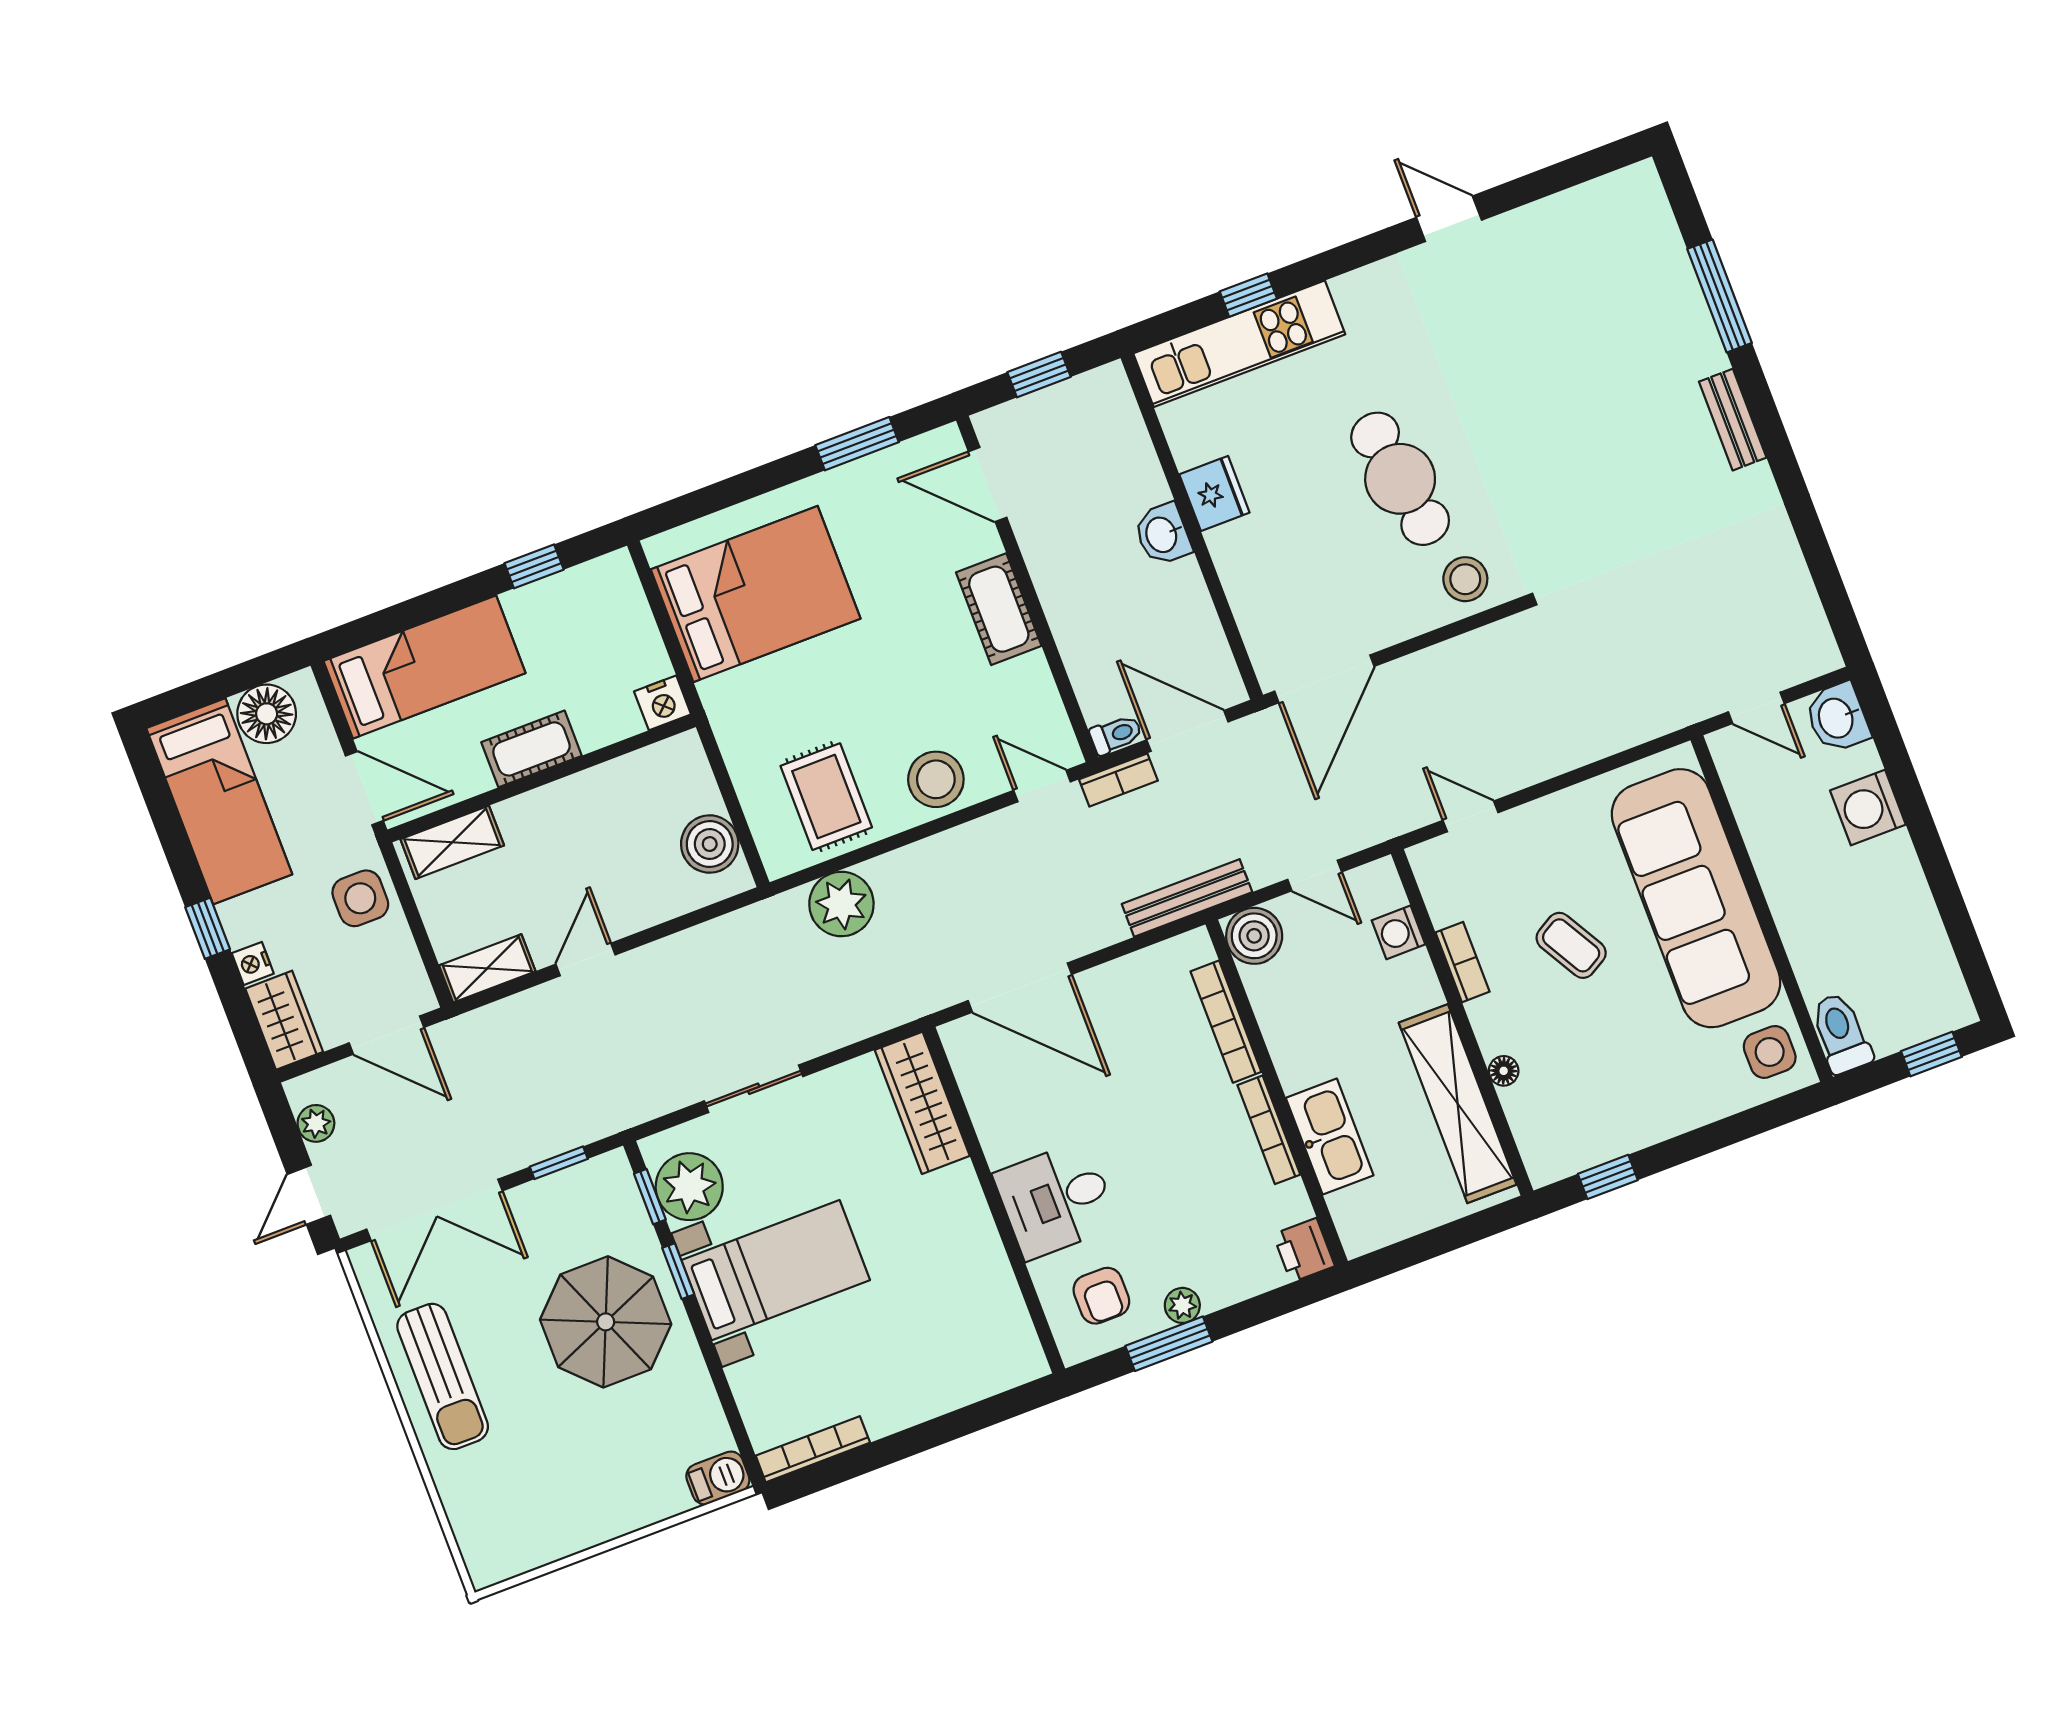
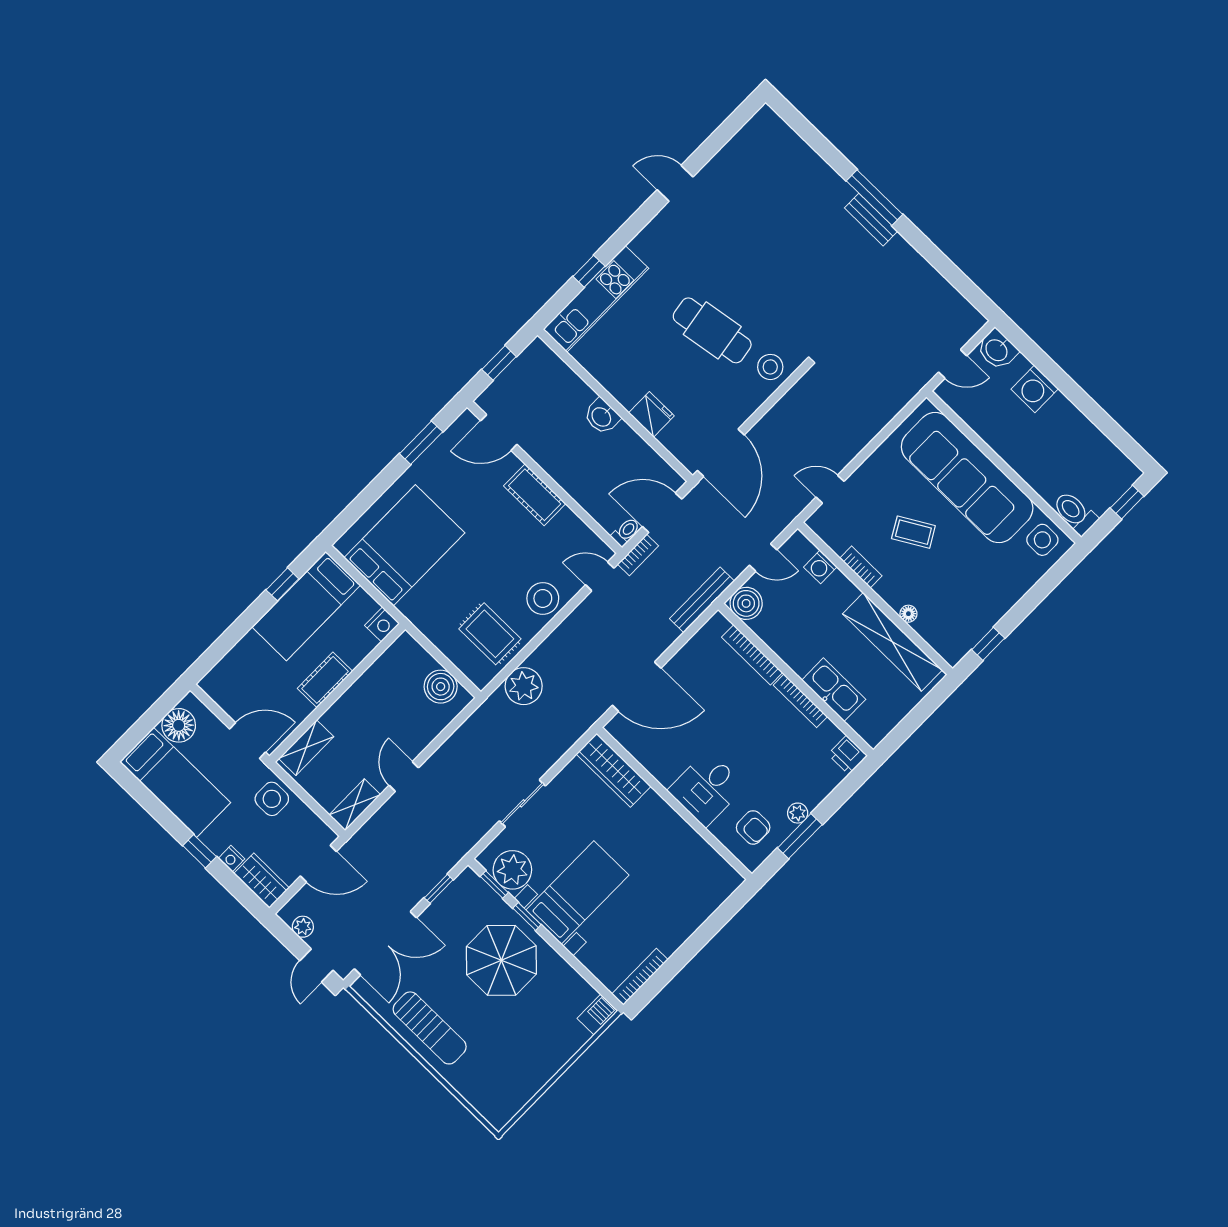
window: (1720, 296) -> (875, 198), moved
fridge: (1214, 493) -> (651, 414), moved
bed: (424, 667) -> (306, 606), moved, turned 180

